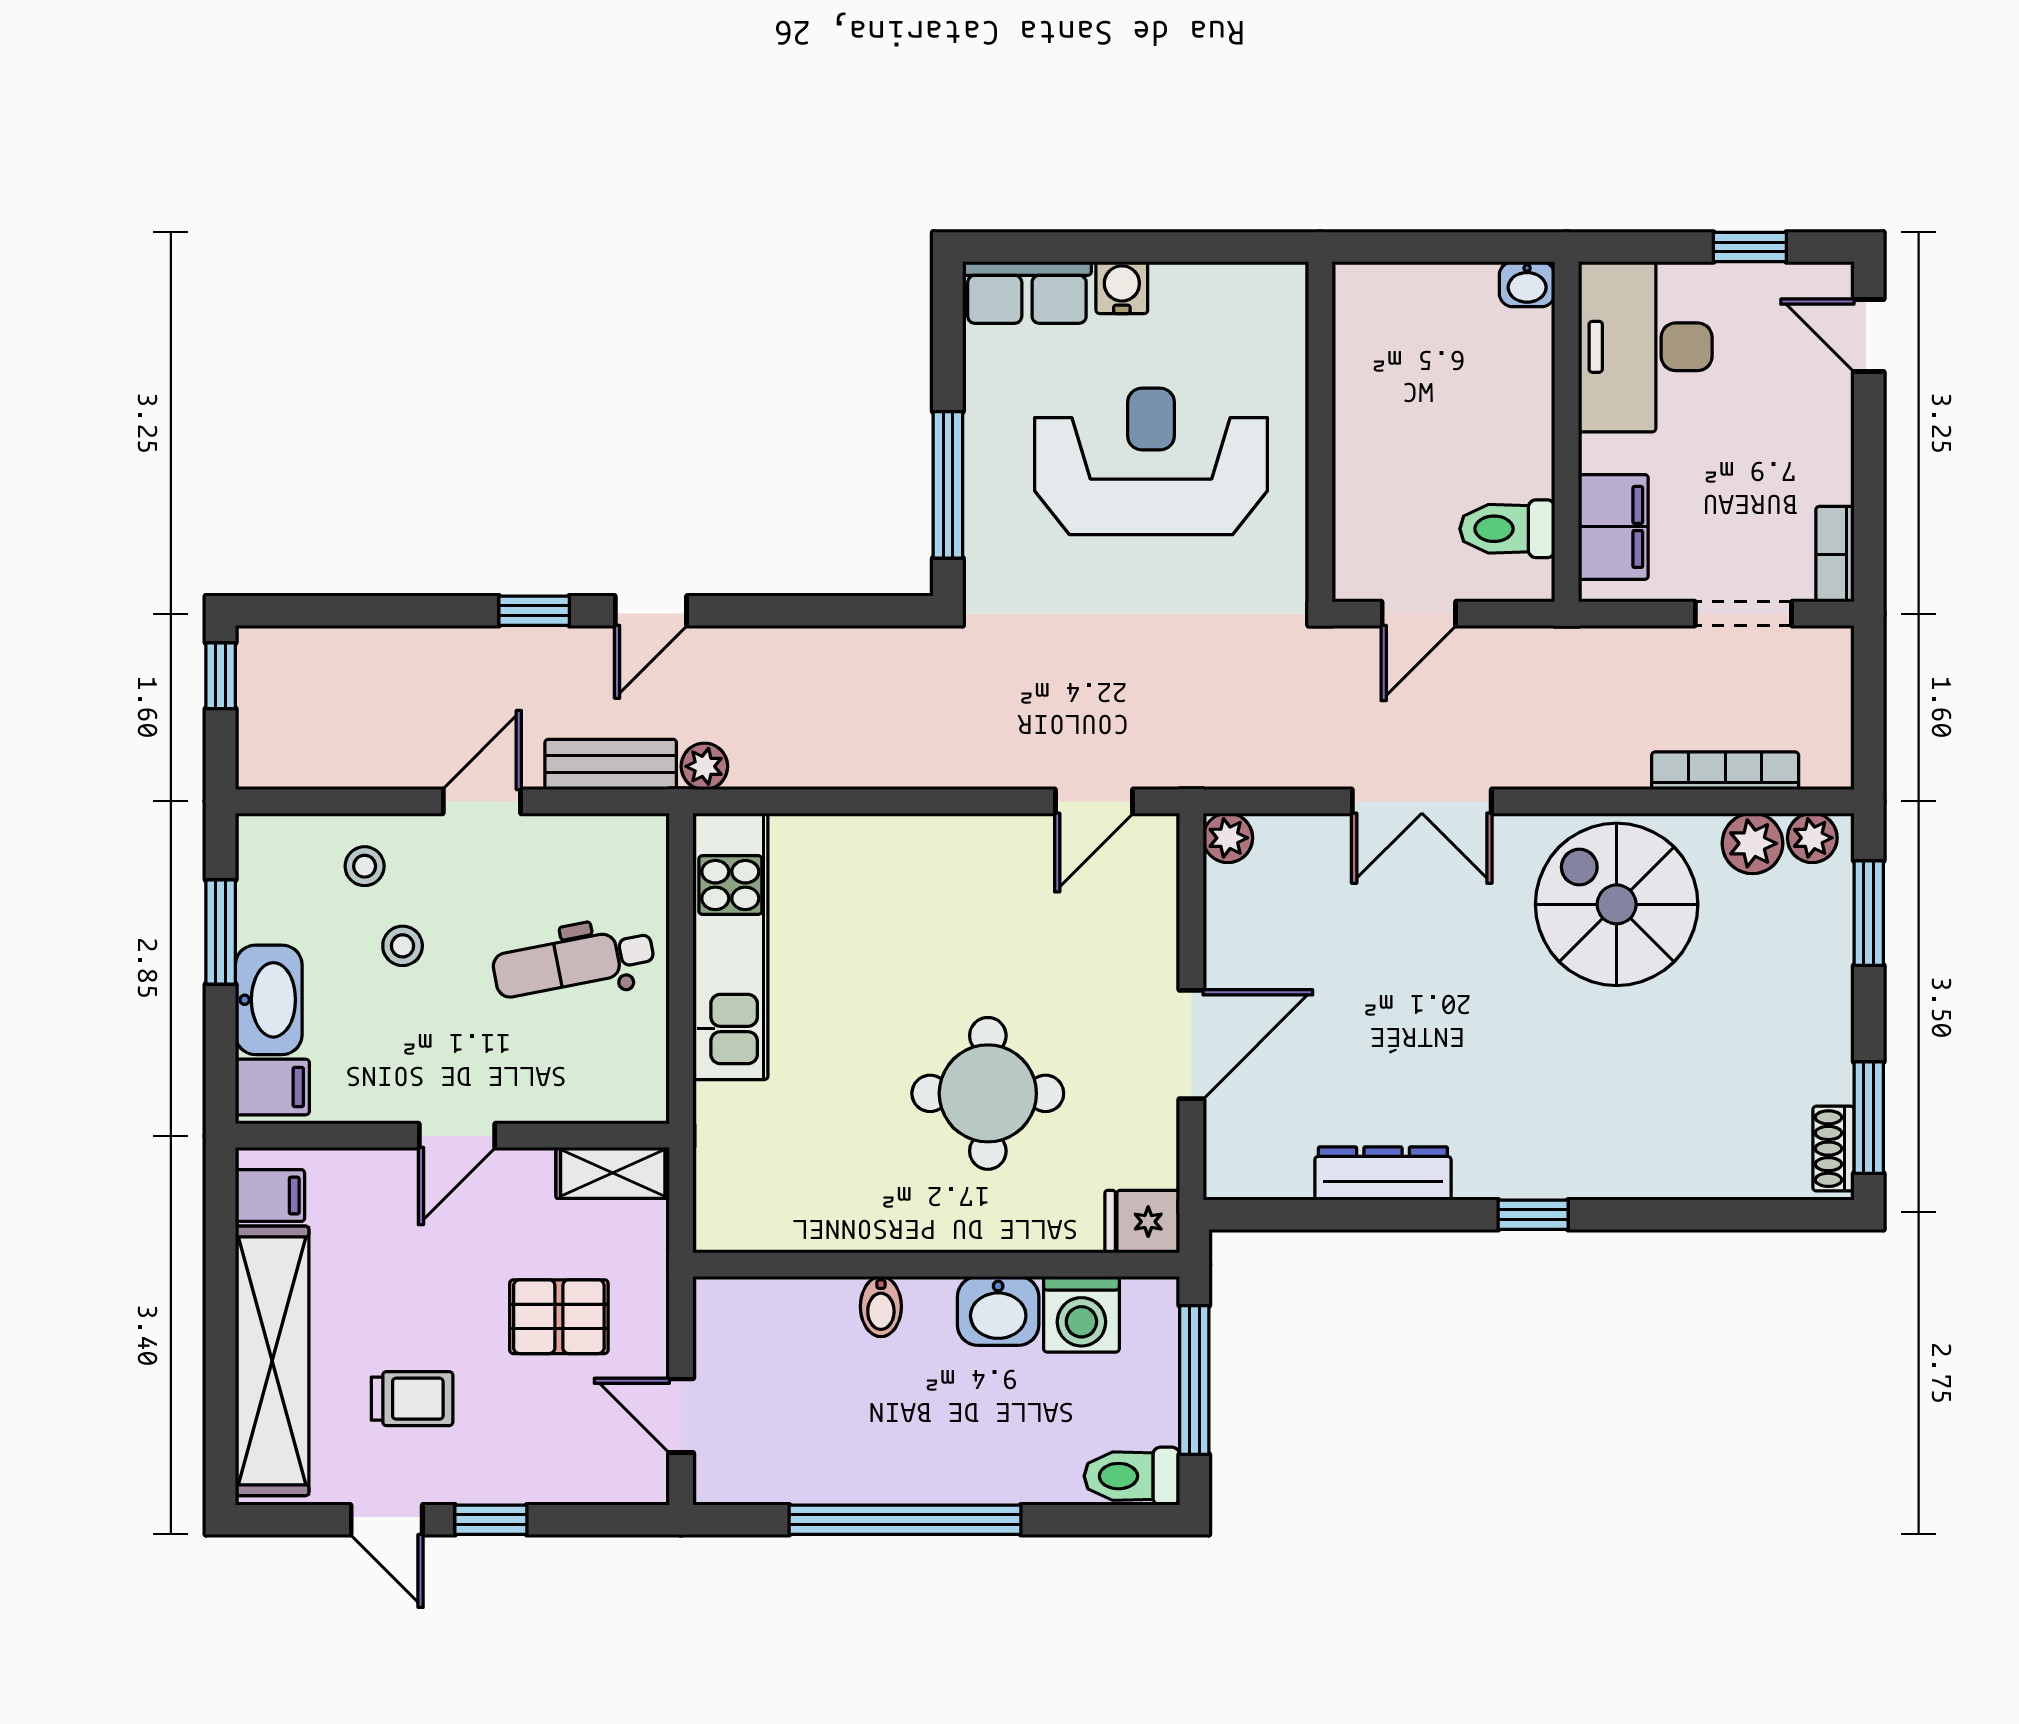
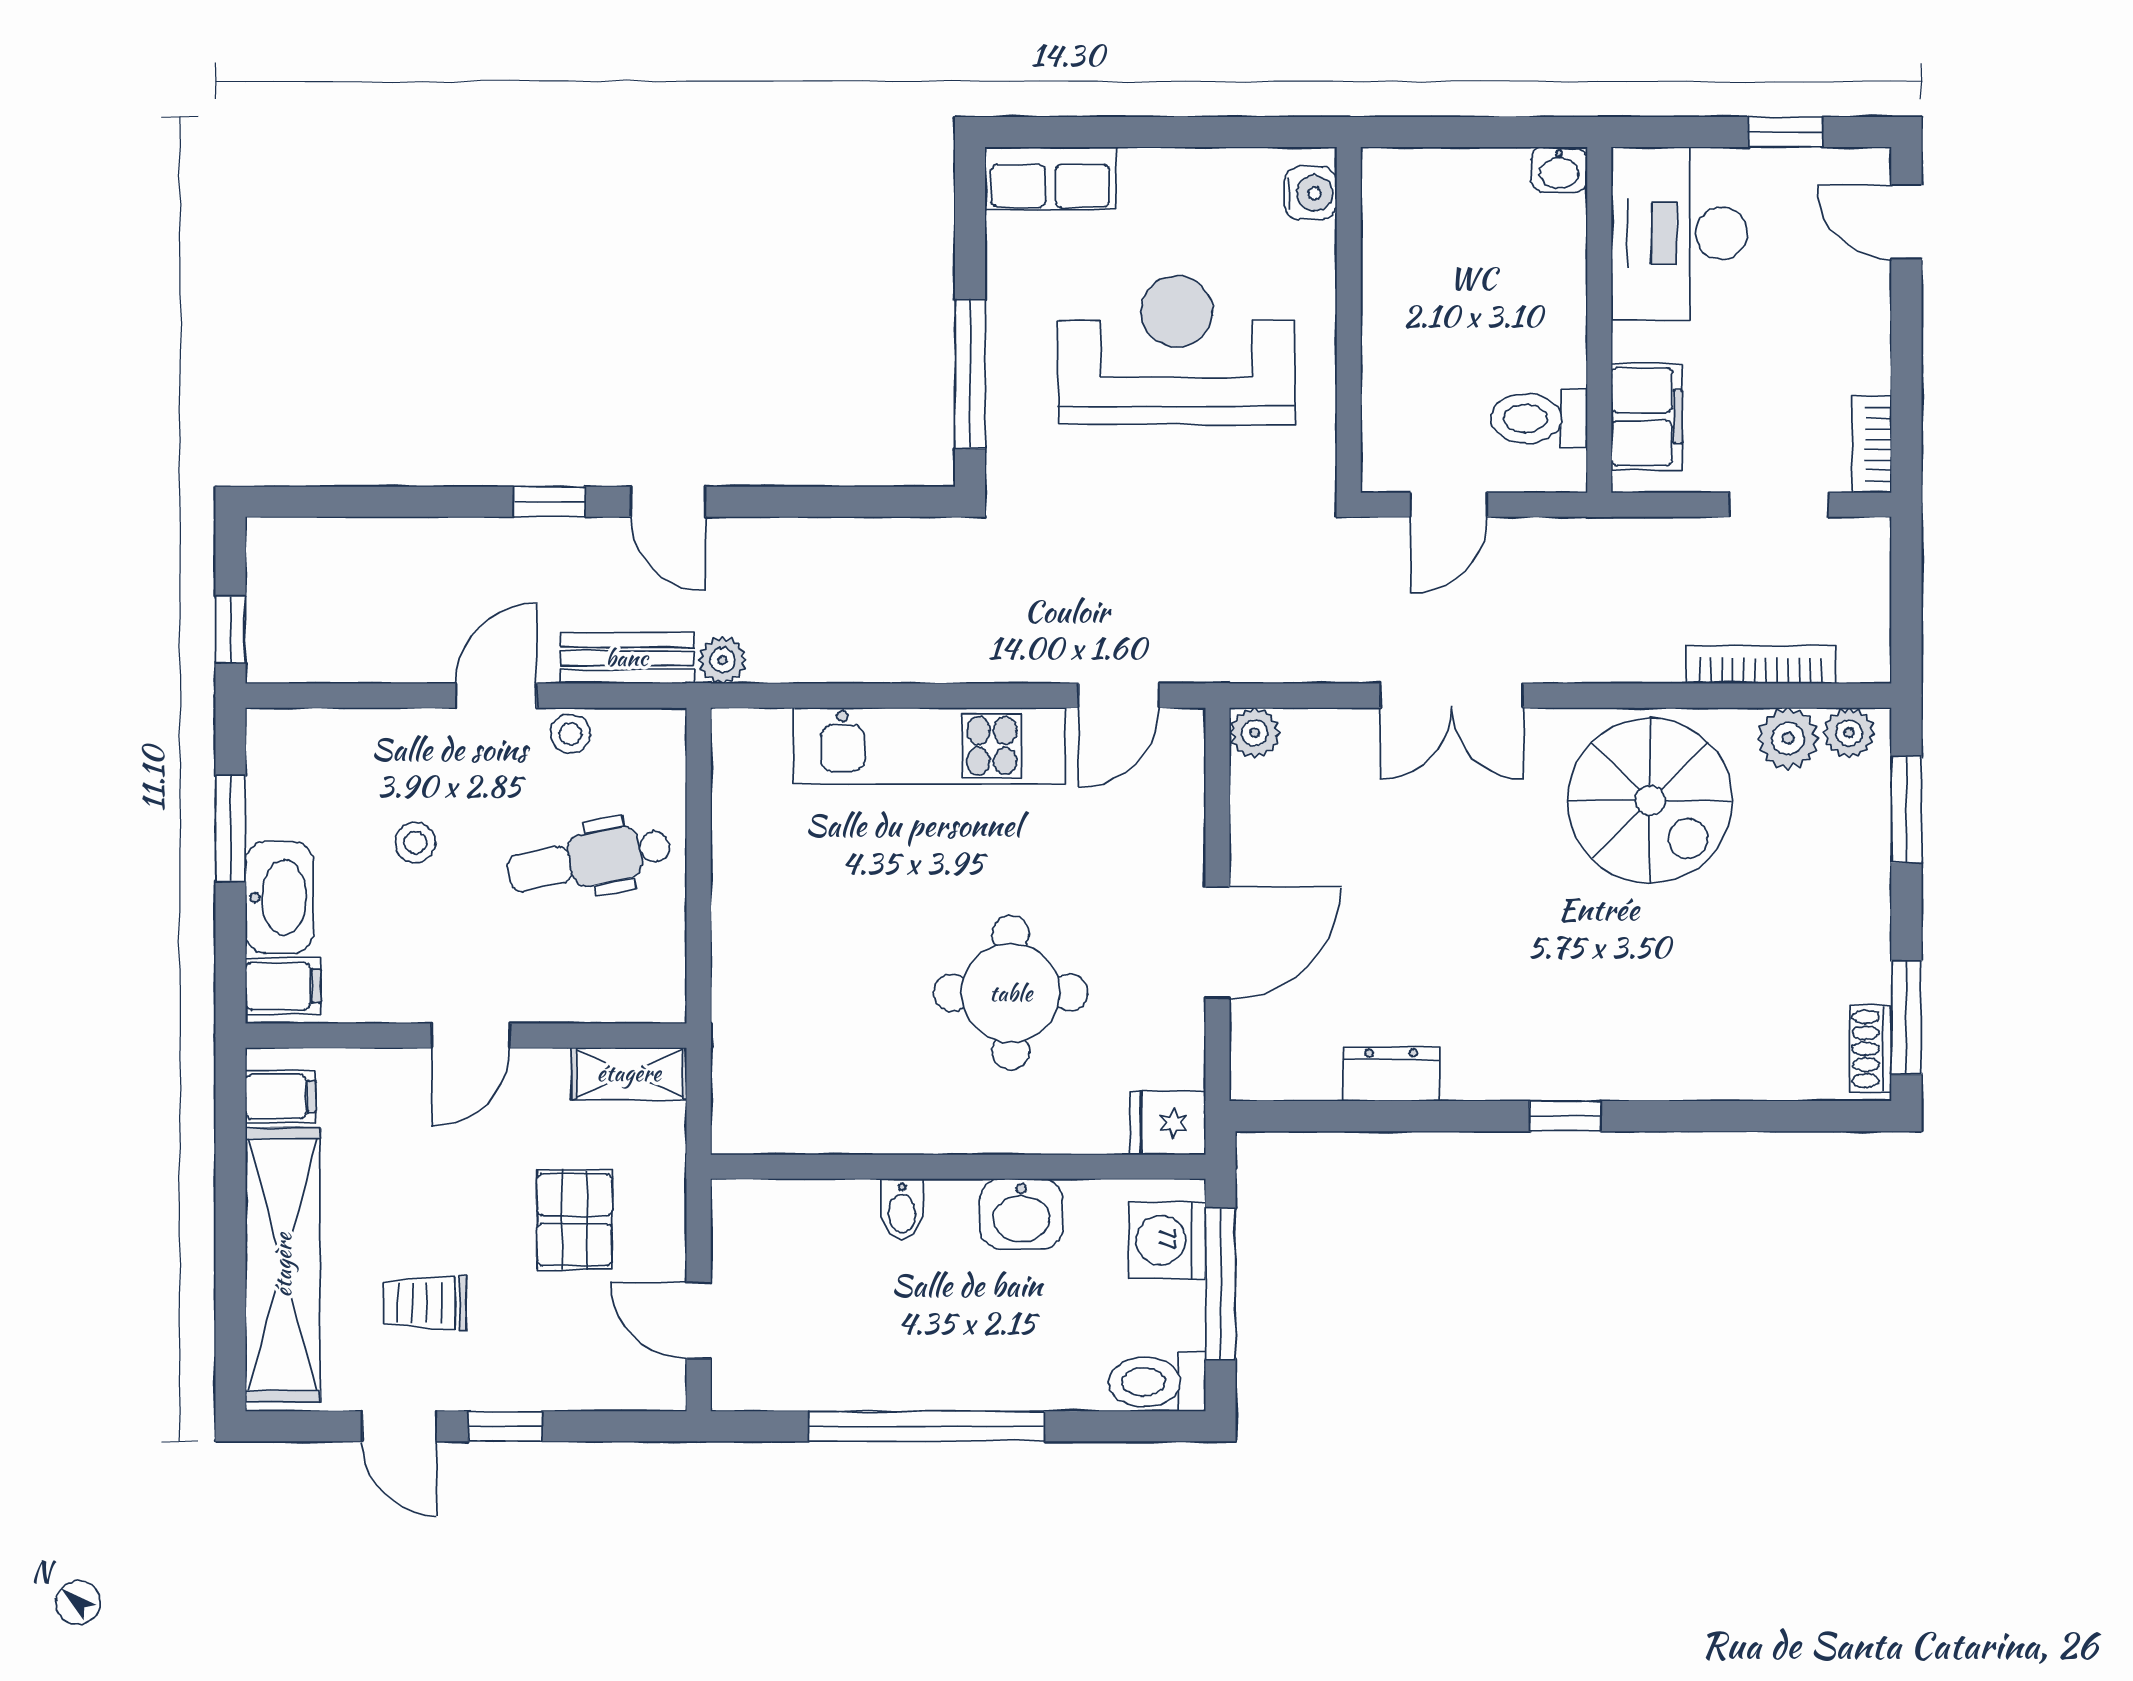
water cooler: (1122, 288) -> (1310, 193), moved, turned 90
door: (651, 611) -> (668, 502), hinge flipped
window: (221, 676) -> (230, 630), moved
stool: (365, 866) -> (570, 734), moved
spiral stairs: (1617, 904) -> (1650, 800), turned 180
kitchen unit: (730, 946) -> (929, 746), moved, turned 90
dresser: (1383, 1173) -> (1391, 1074), width x0.70
washing machine: (1081, 1314) -> (1167, 1240), moved, turned 90
pallet: (559, 1317) -> (574, 1220), turned 90
trolley: (412, 1399) -> (425, 1303), turned 180

